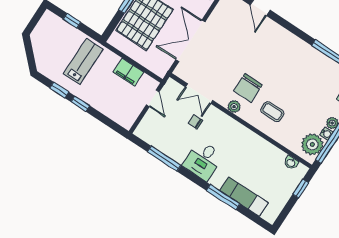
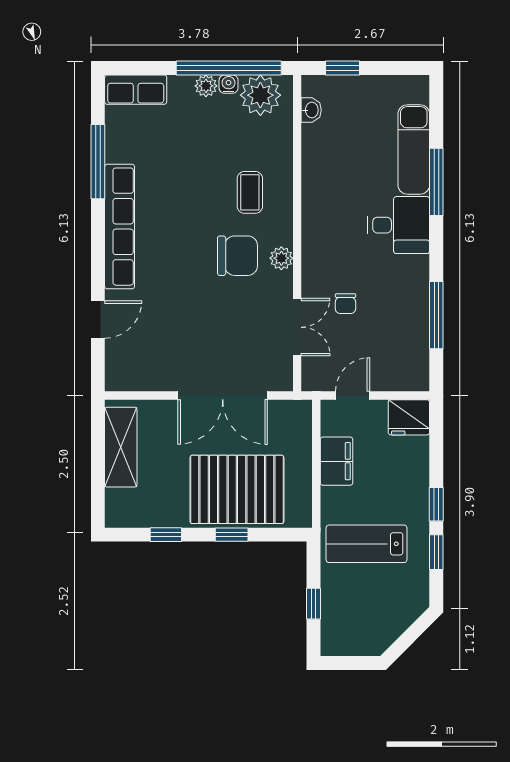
row of seats: (295, 44) -> (120, 227), added
fridge: (127, 117) -> (409, 417), added
desk: (203, 160) -> (399, 225), moved

